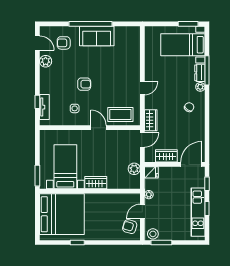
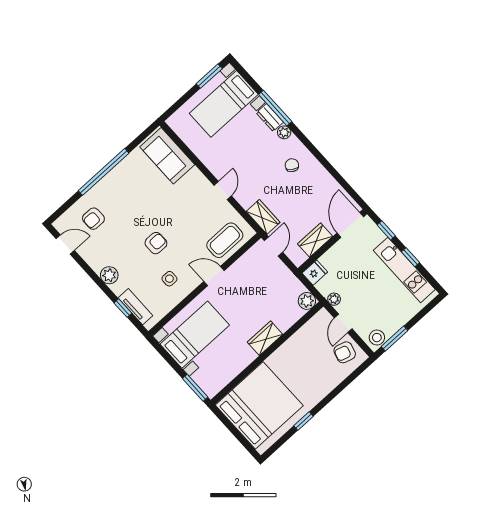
sofa: (97, 36) -> (167, 156), moved, turned 90
plant: (46, 61) -> (109, 275), moved
bed with nightstands: (65, 167) -> (195, 335), moved, turned 90
plant: (134, 169) -> (307, 301), moved

